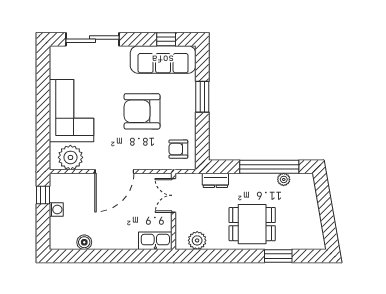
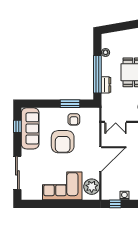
window: (202, 97) -> (70, 104), moved
armchair: (178, 149) -> (74, 119), moved
window: (269, 167) -> (97, 74), moved
door: (114, 171) -> (100, 159), hinge flipped
dresser: (215, 180) -> (106, 85), moved

